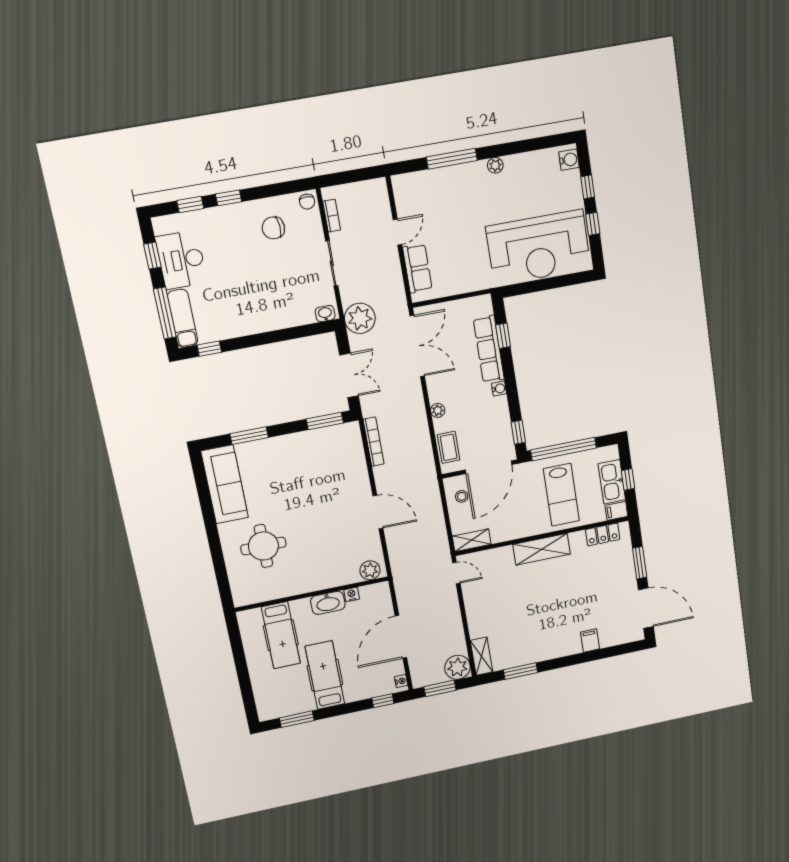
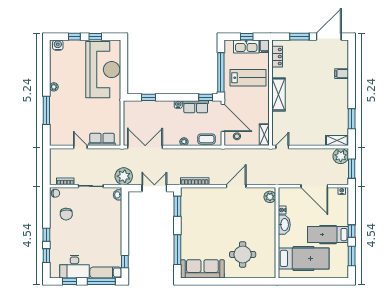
row of seats: (489, 349) -> (196, 107), moved, width x0.68
window: (249, 436) -> (177, 250), width x1.44
hospital bed: (281, 635) -> (304, 258), width x1.37, depth x1.29
window: (383, 701) -> (352, 231), moved

